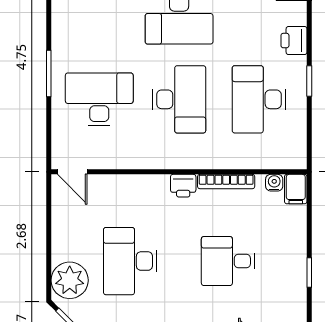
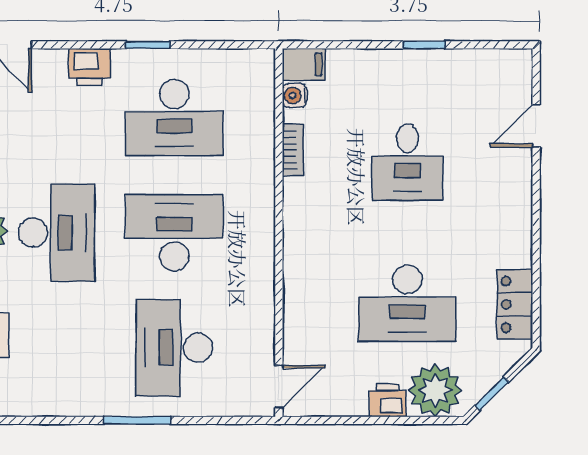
bookcase: (226, 182) -> (293, 150), width x0.64
printer: (183, 186) -> (388, 400), moved, turned -90

